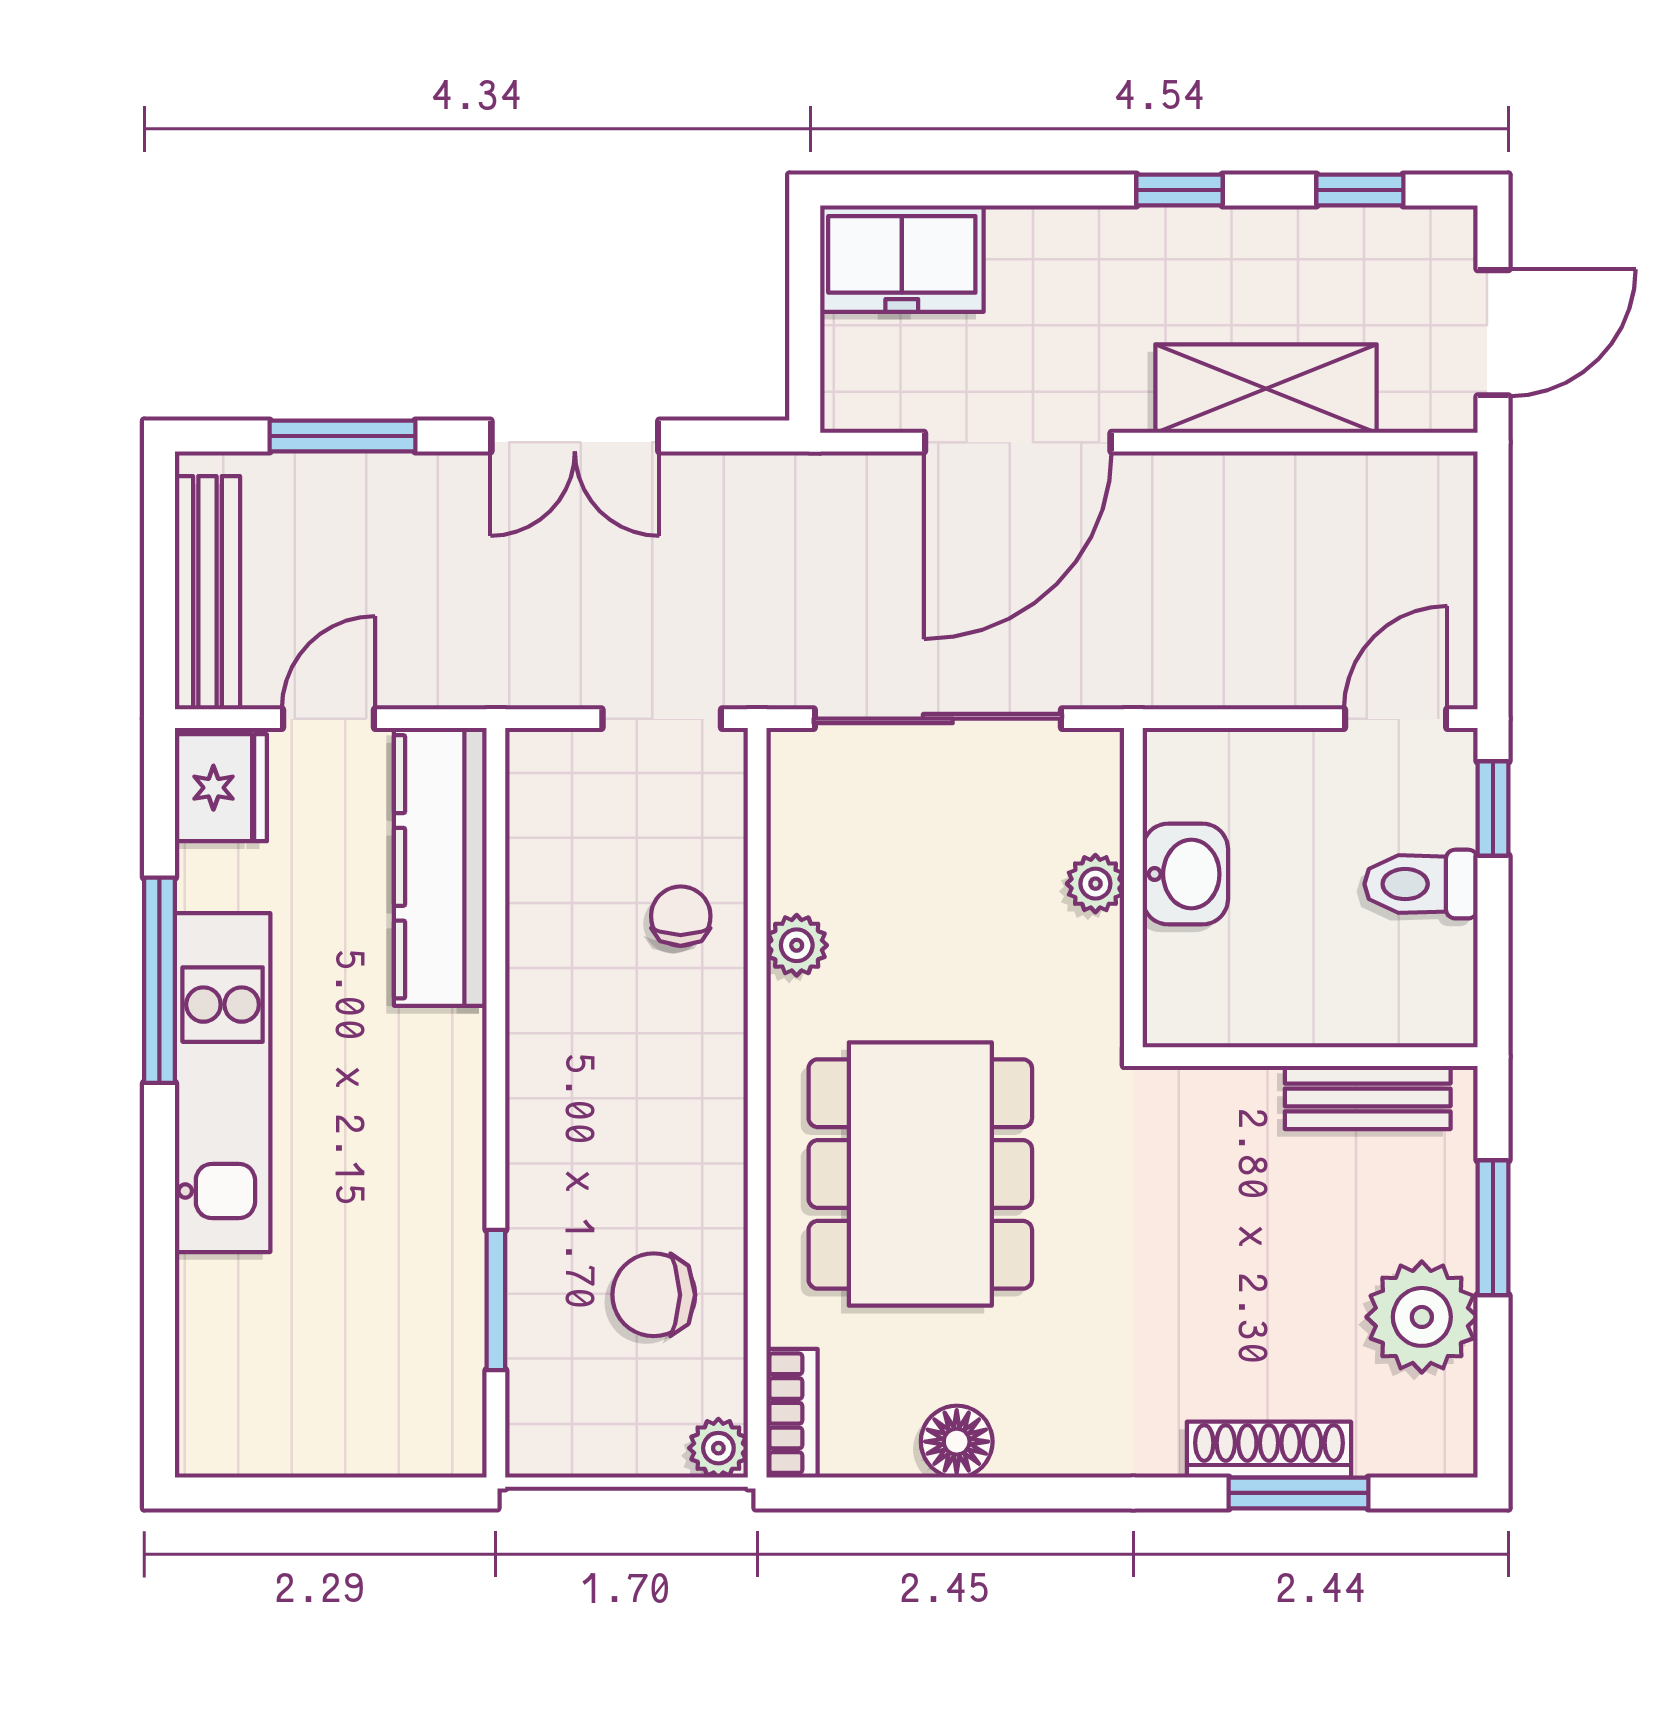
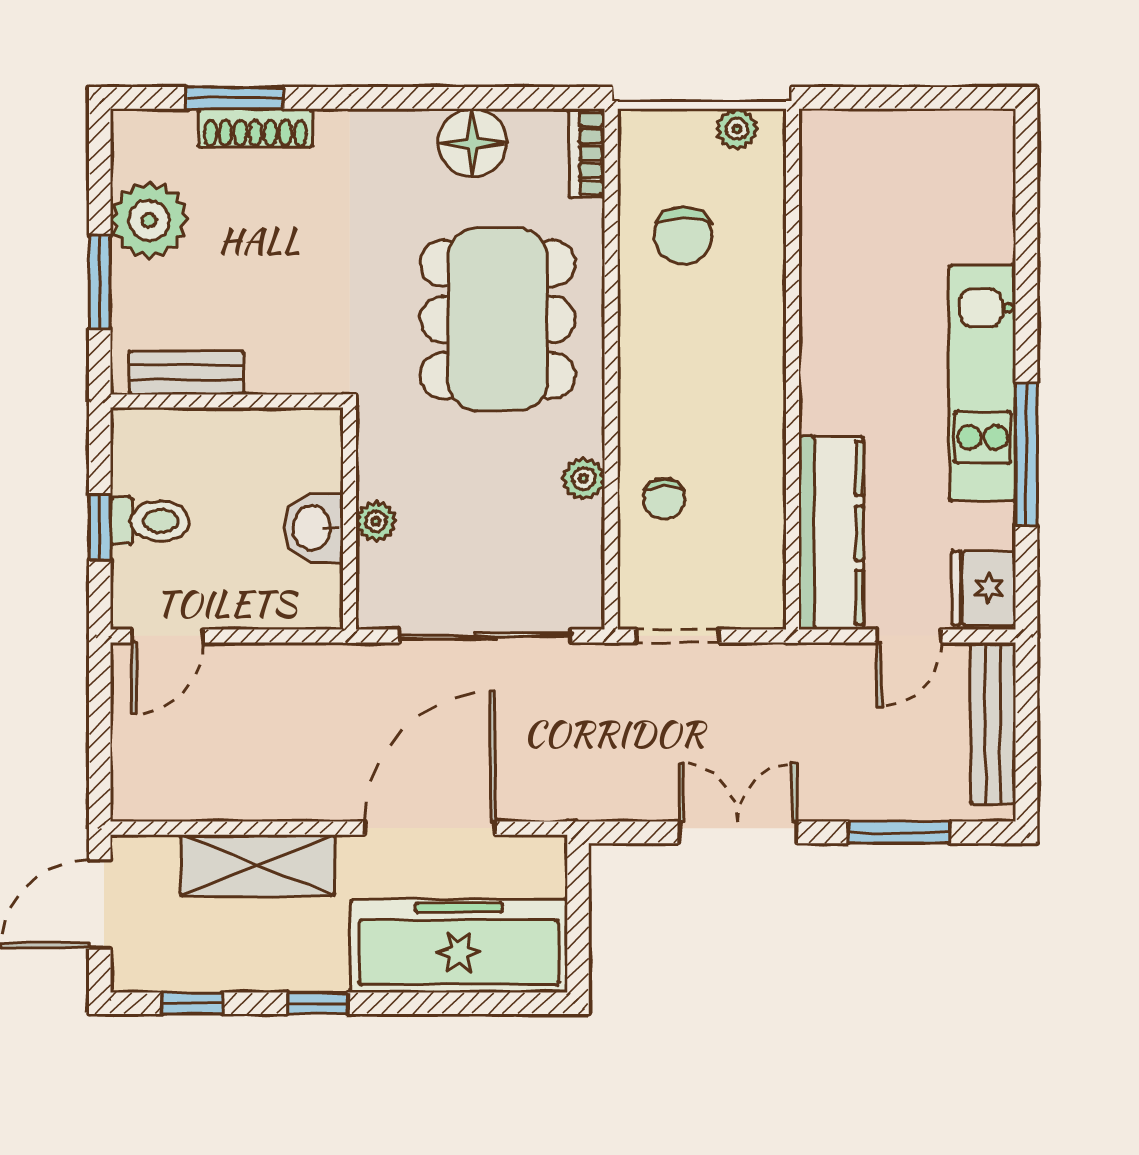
freezer: (902, 259) -> (459, 946), width x1.91, depth x1.26
window: (1493, 808) -> (100, 528), moved
chair: (654, 1295) -> (683, 236), turned 90
window: (496, 1300) -> (793, 232), removed
floor lamp: (957, 1442) -> (472, 143), width x1.38, depth x1.38
plant: (718, 1448) -> (737, 129), moved

